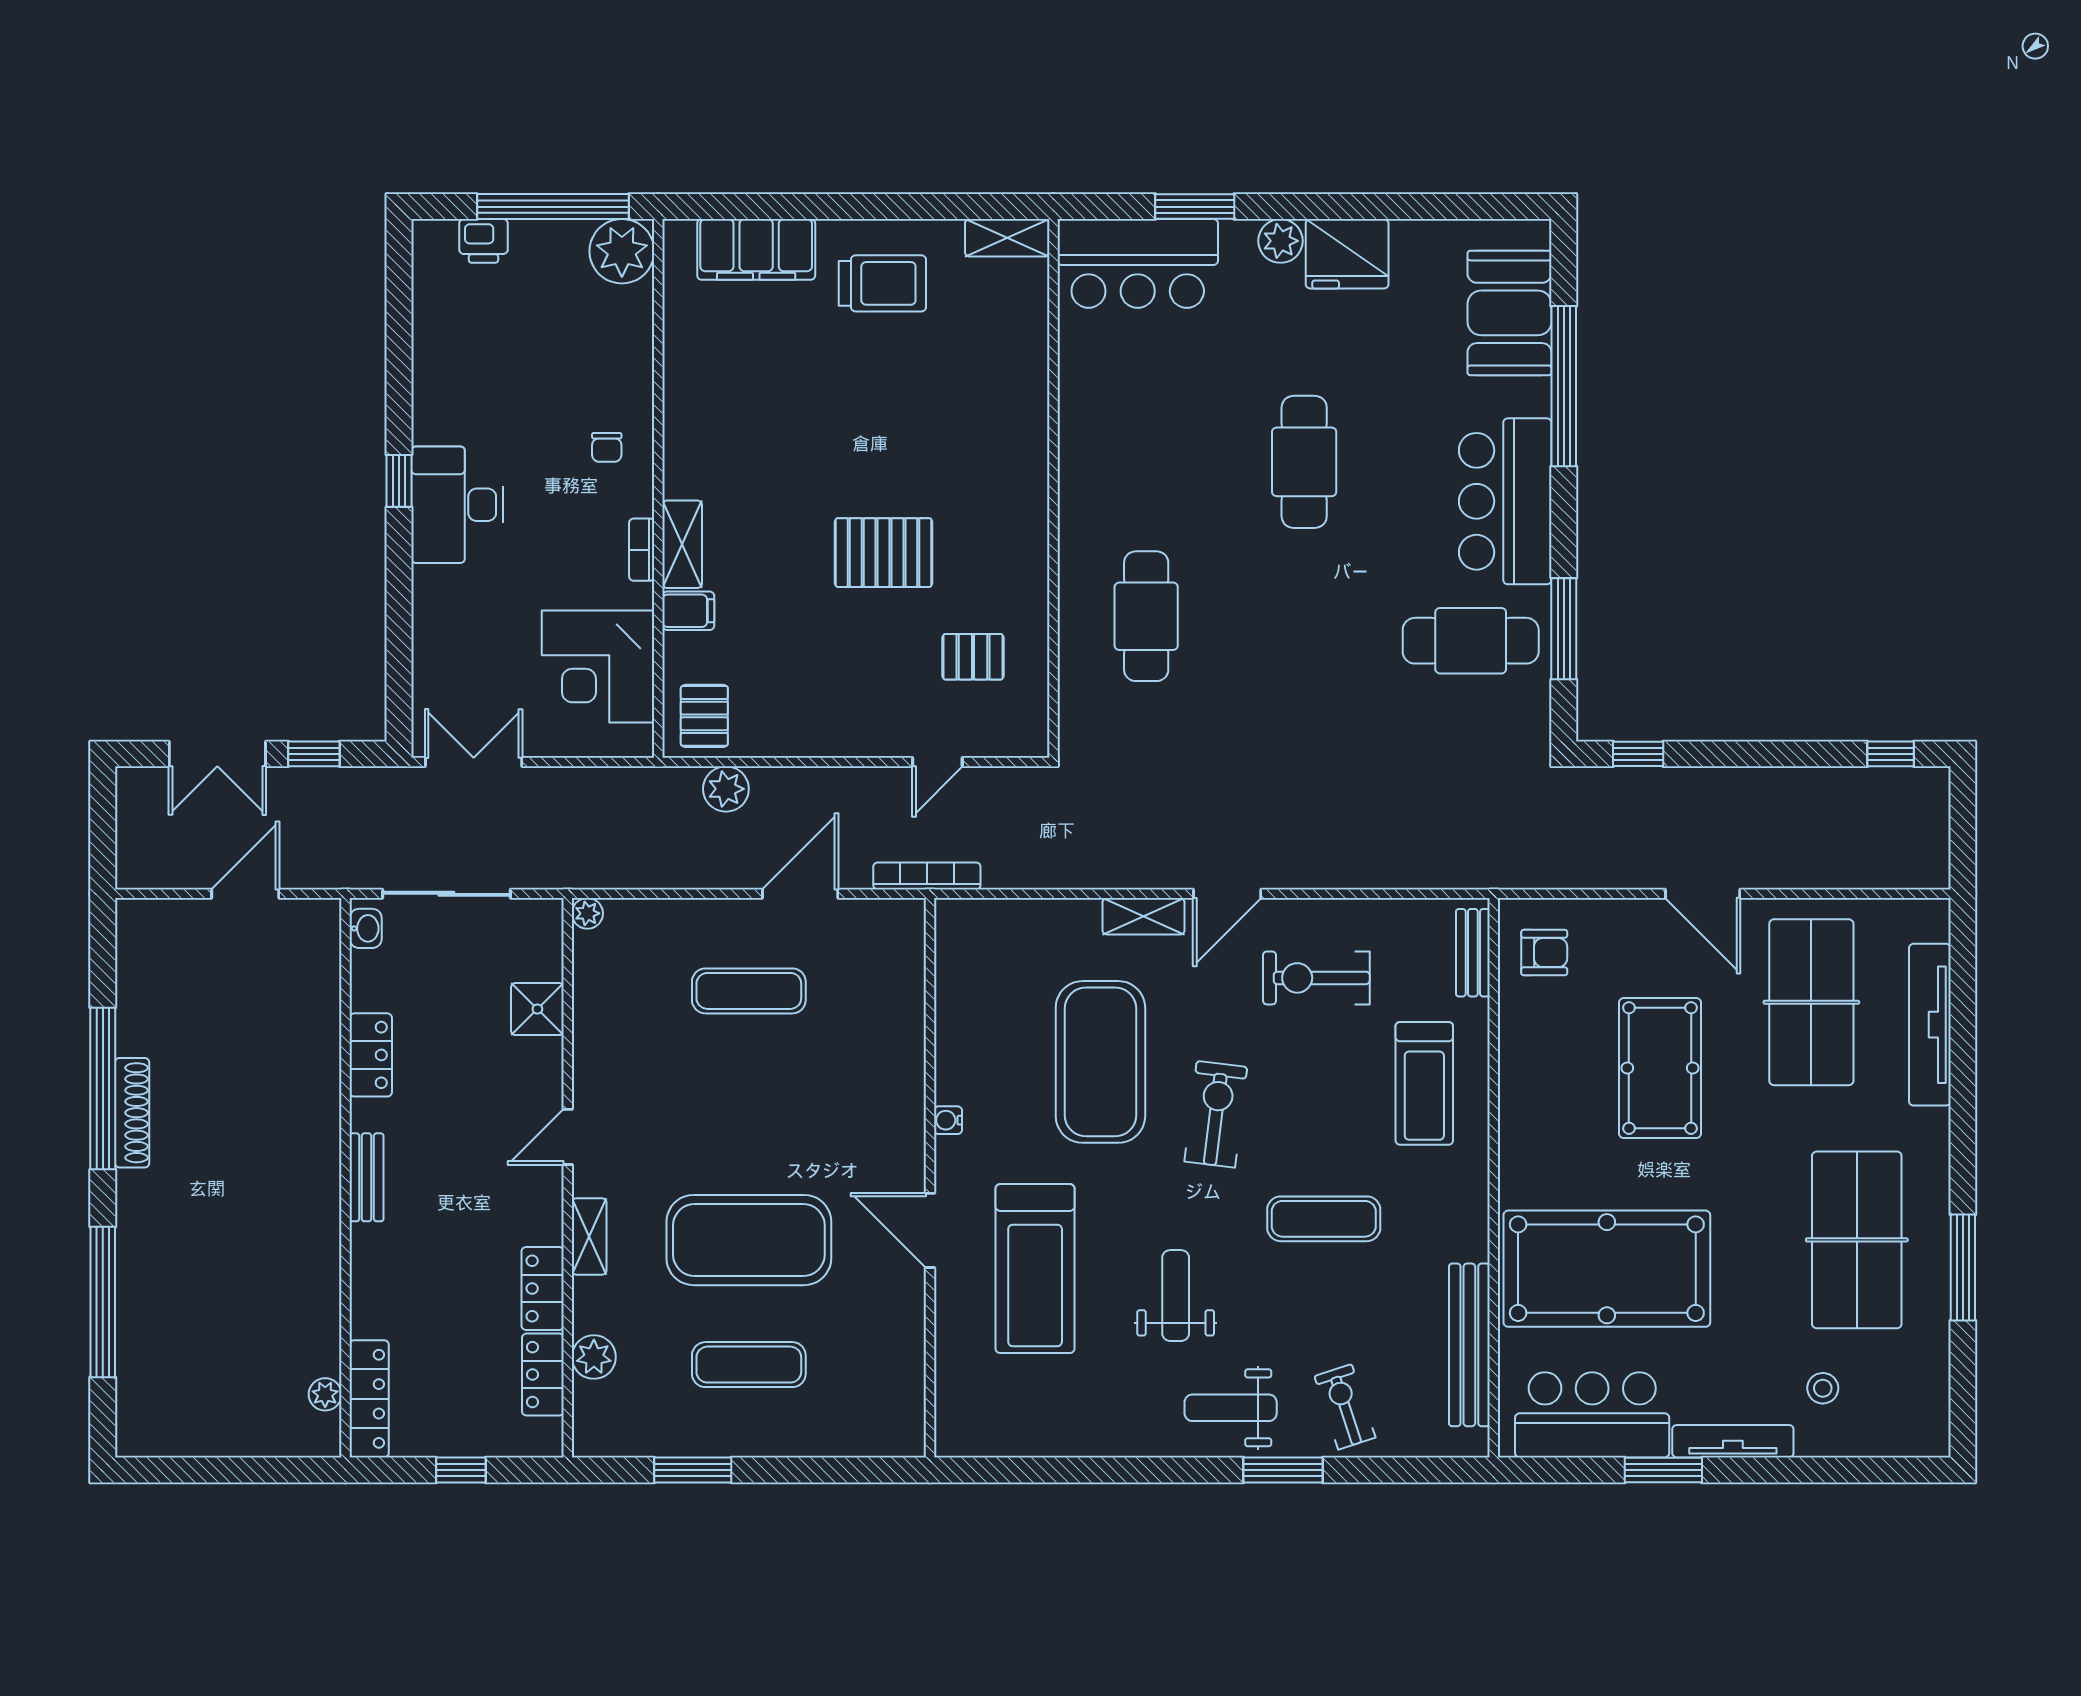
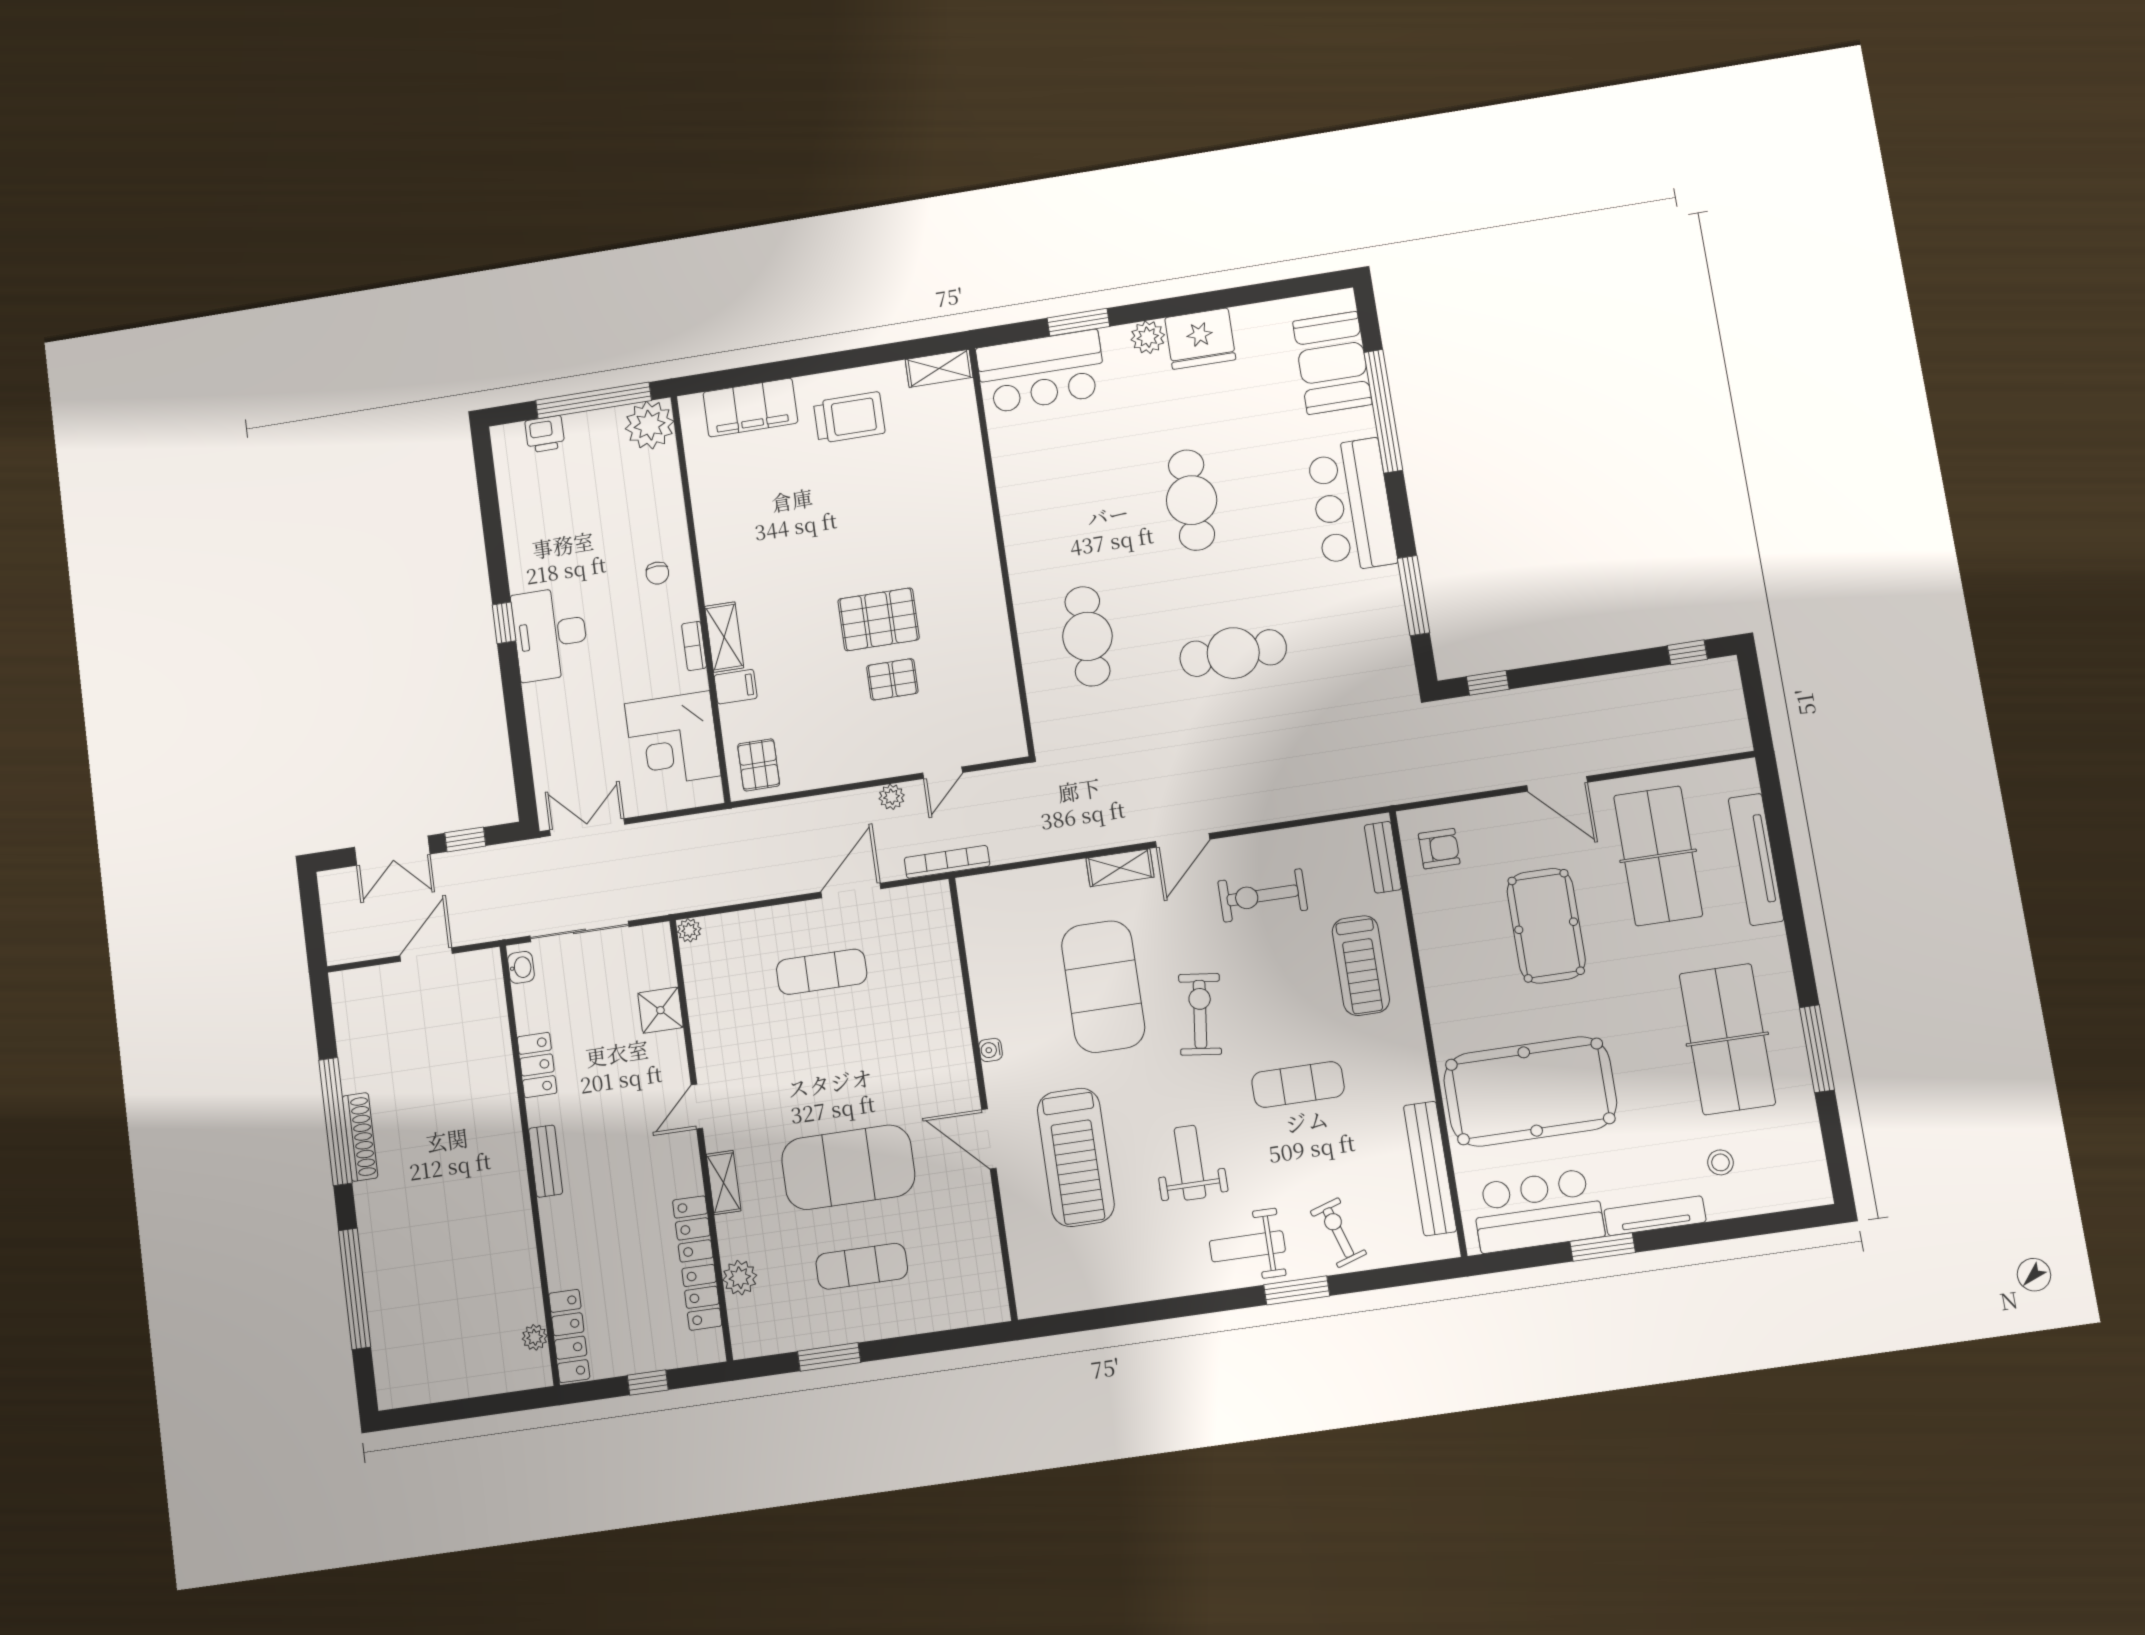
cafe table: (1471, 641) -> (1233, 653), moved
pallet: (973, 657) -> (892, 679), moved
plant: (726, 789) -> (892, 797), moved, width x0.73, depth x0.73

